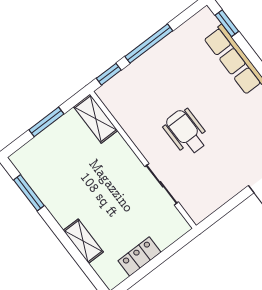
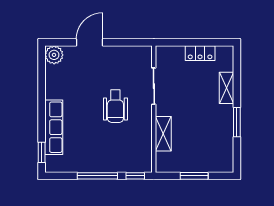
shelving: (96, 119) -> (163, 134), moved
window: (29, 193) -> (237, 122), moved

